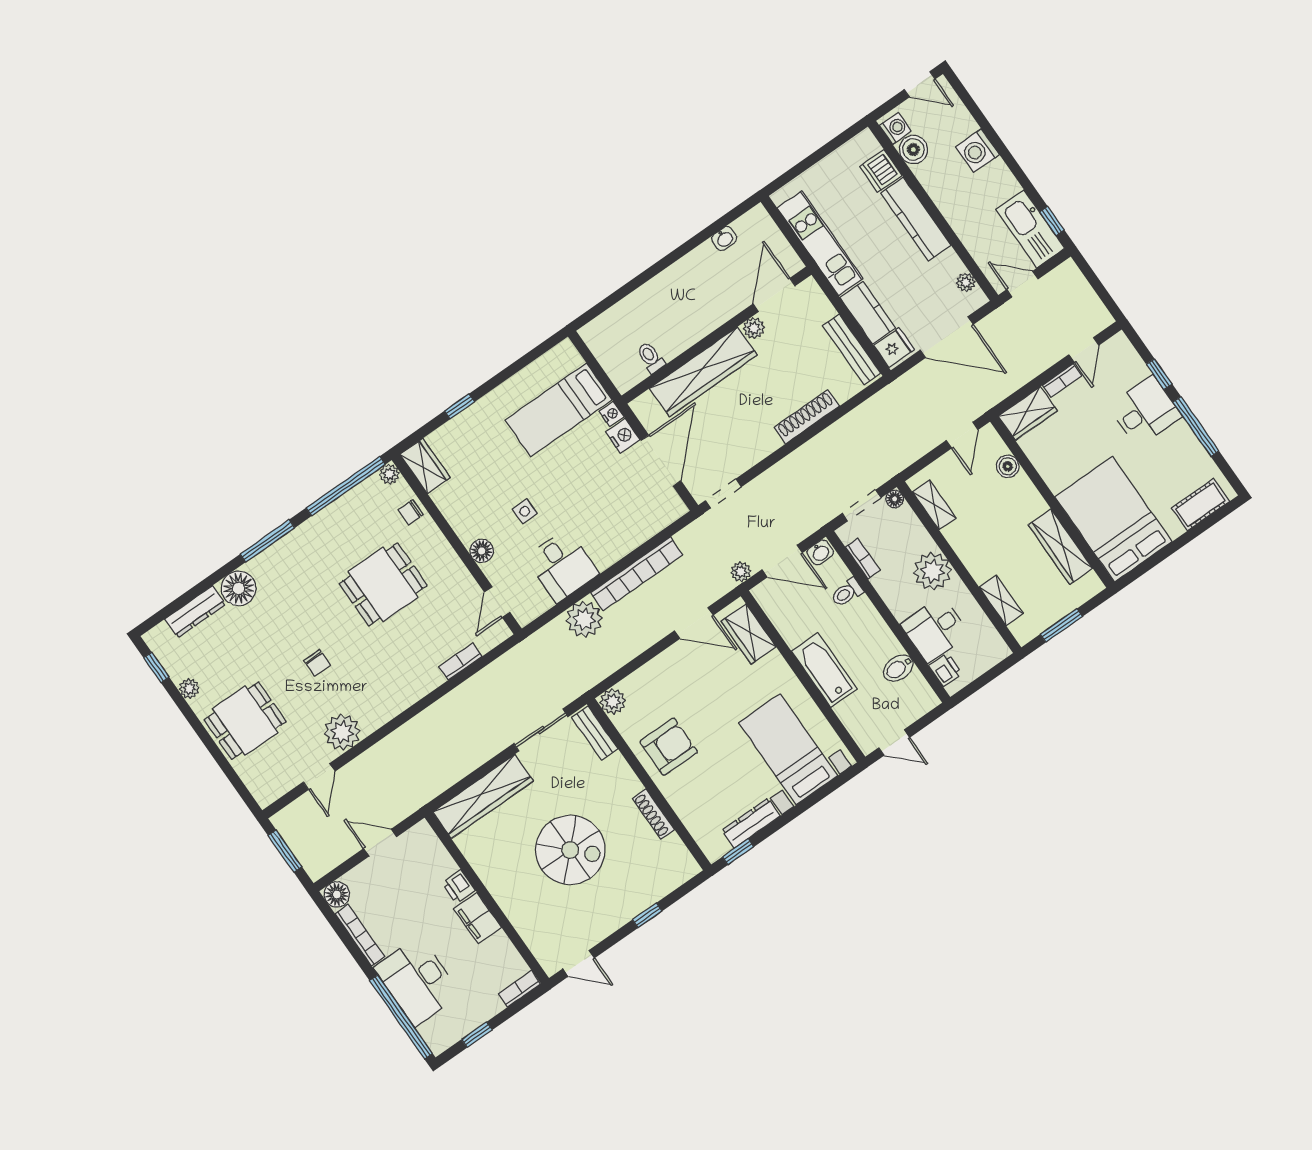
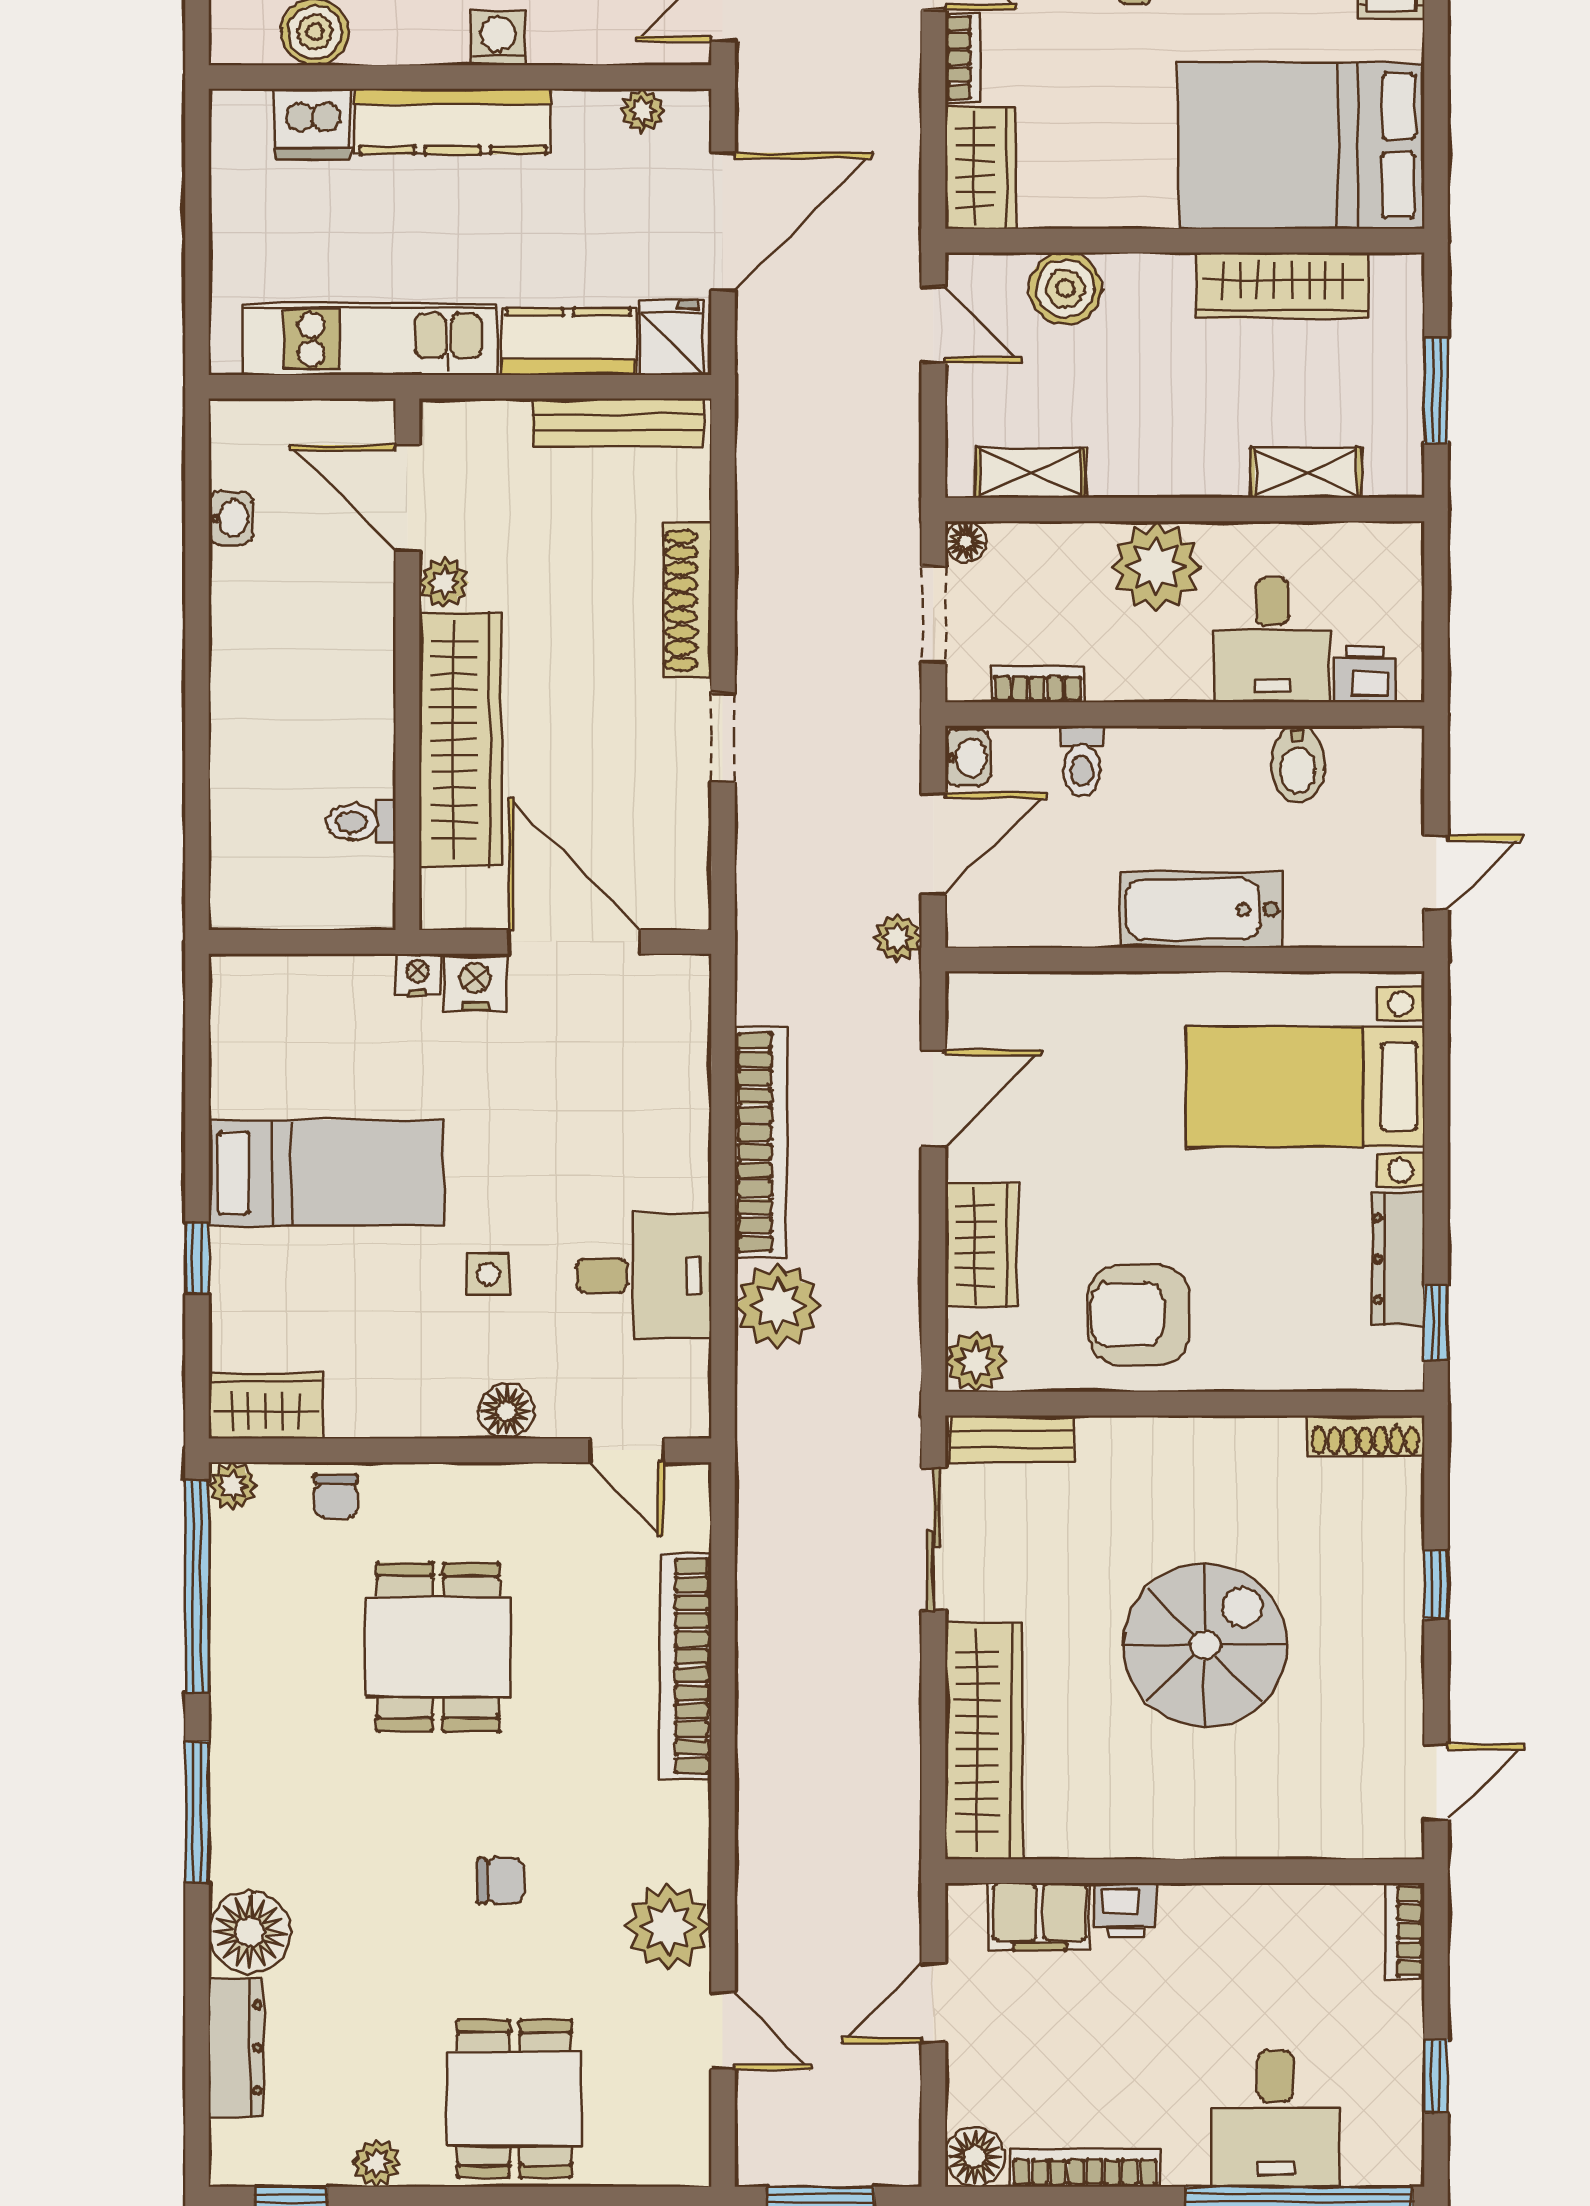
washing machine: (895, 128) -> (498, 38), moved
bed: (559, 410) -> (326, 1173), moved, turned -90
boiler: (1008, 466) -> (1065, 288), width x1.36, depth x1.36
doorway: (723, 494) -> (723, 738), moved
wardrobe: (749, 634) -> (981, 1245), moved, turned -90
bookcase: (461, 661) -> (686, 1666), width x2.31, depth x1.31
armchair: (669, 747) -> (1139, 1315), turned -90
shoe rack: (653, 814) -> (1365, 1435), moved
filing cabinet: (477, 918) -> (1040, 1917), moved
desk: (417, 981) -> (1275, 2119), width x0.73

